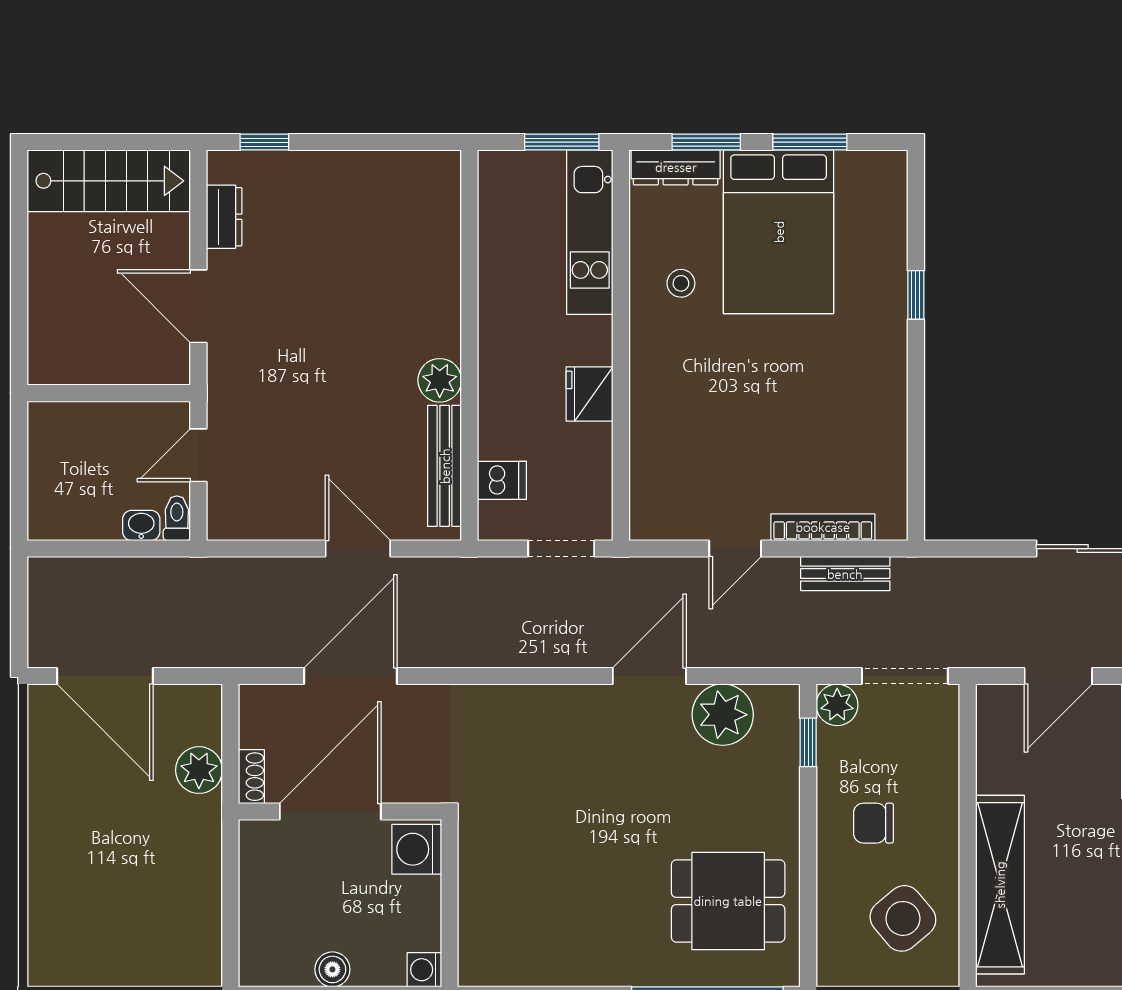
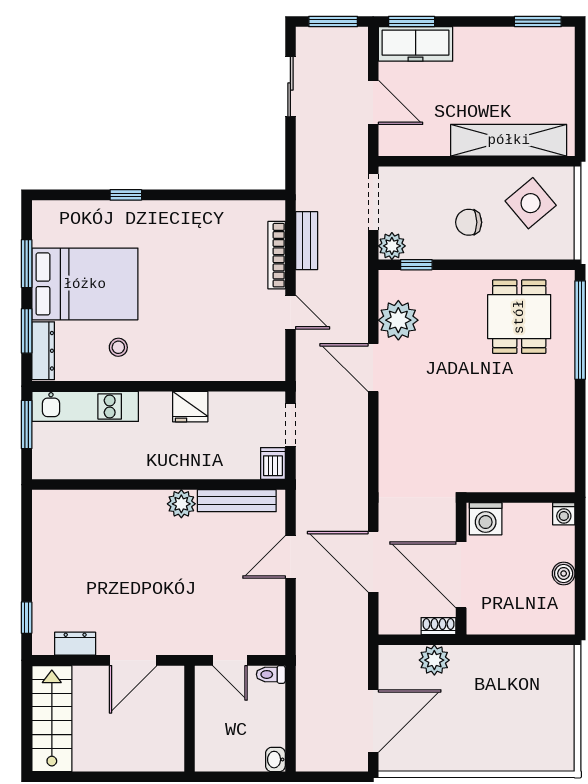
dishwasher: (502, 480) -> (273, 463), moved
washbasin: (141, 525) -> (275, 760), moved
chair: (874, 823) -> (469, 222), turned 90

